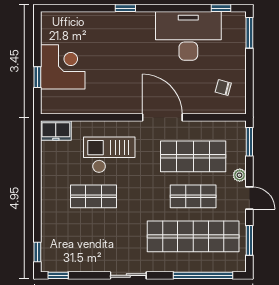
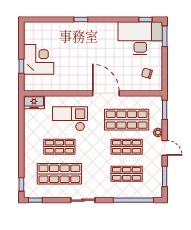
desk: (188, 36) -> (140, 38), moved
shop shelf: (93, 236) -> (59, 174), added
shop shelf: (193, 236) -> (127, 174), width x0.50, depth x0.74

